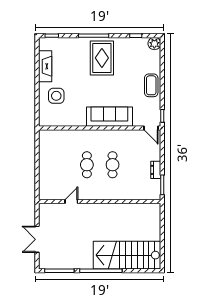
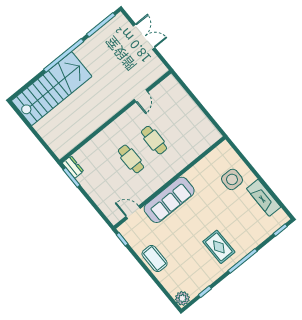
rug: (102, 58) -> (219, 247), width x0.73, depth x0.70
door: (151, 128) -> (133, 212), moved
dresser: (156, 170) -> (73, 167), moved

